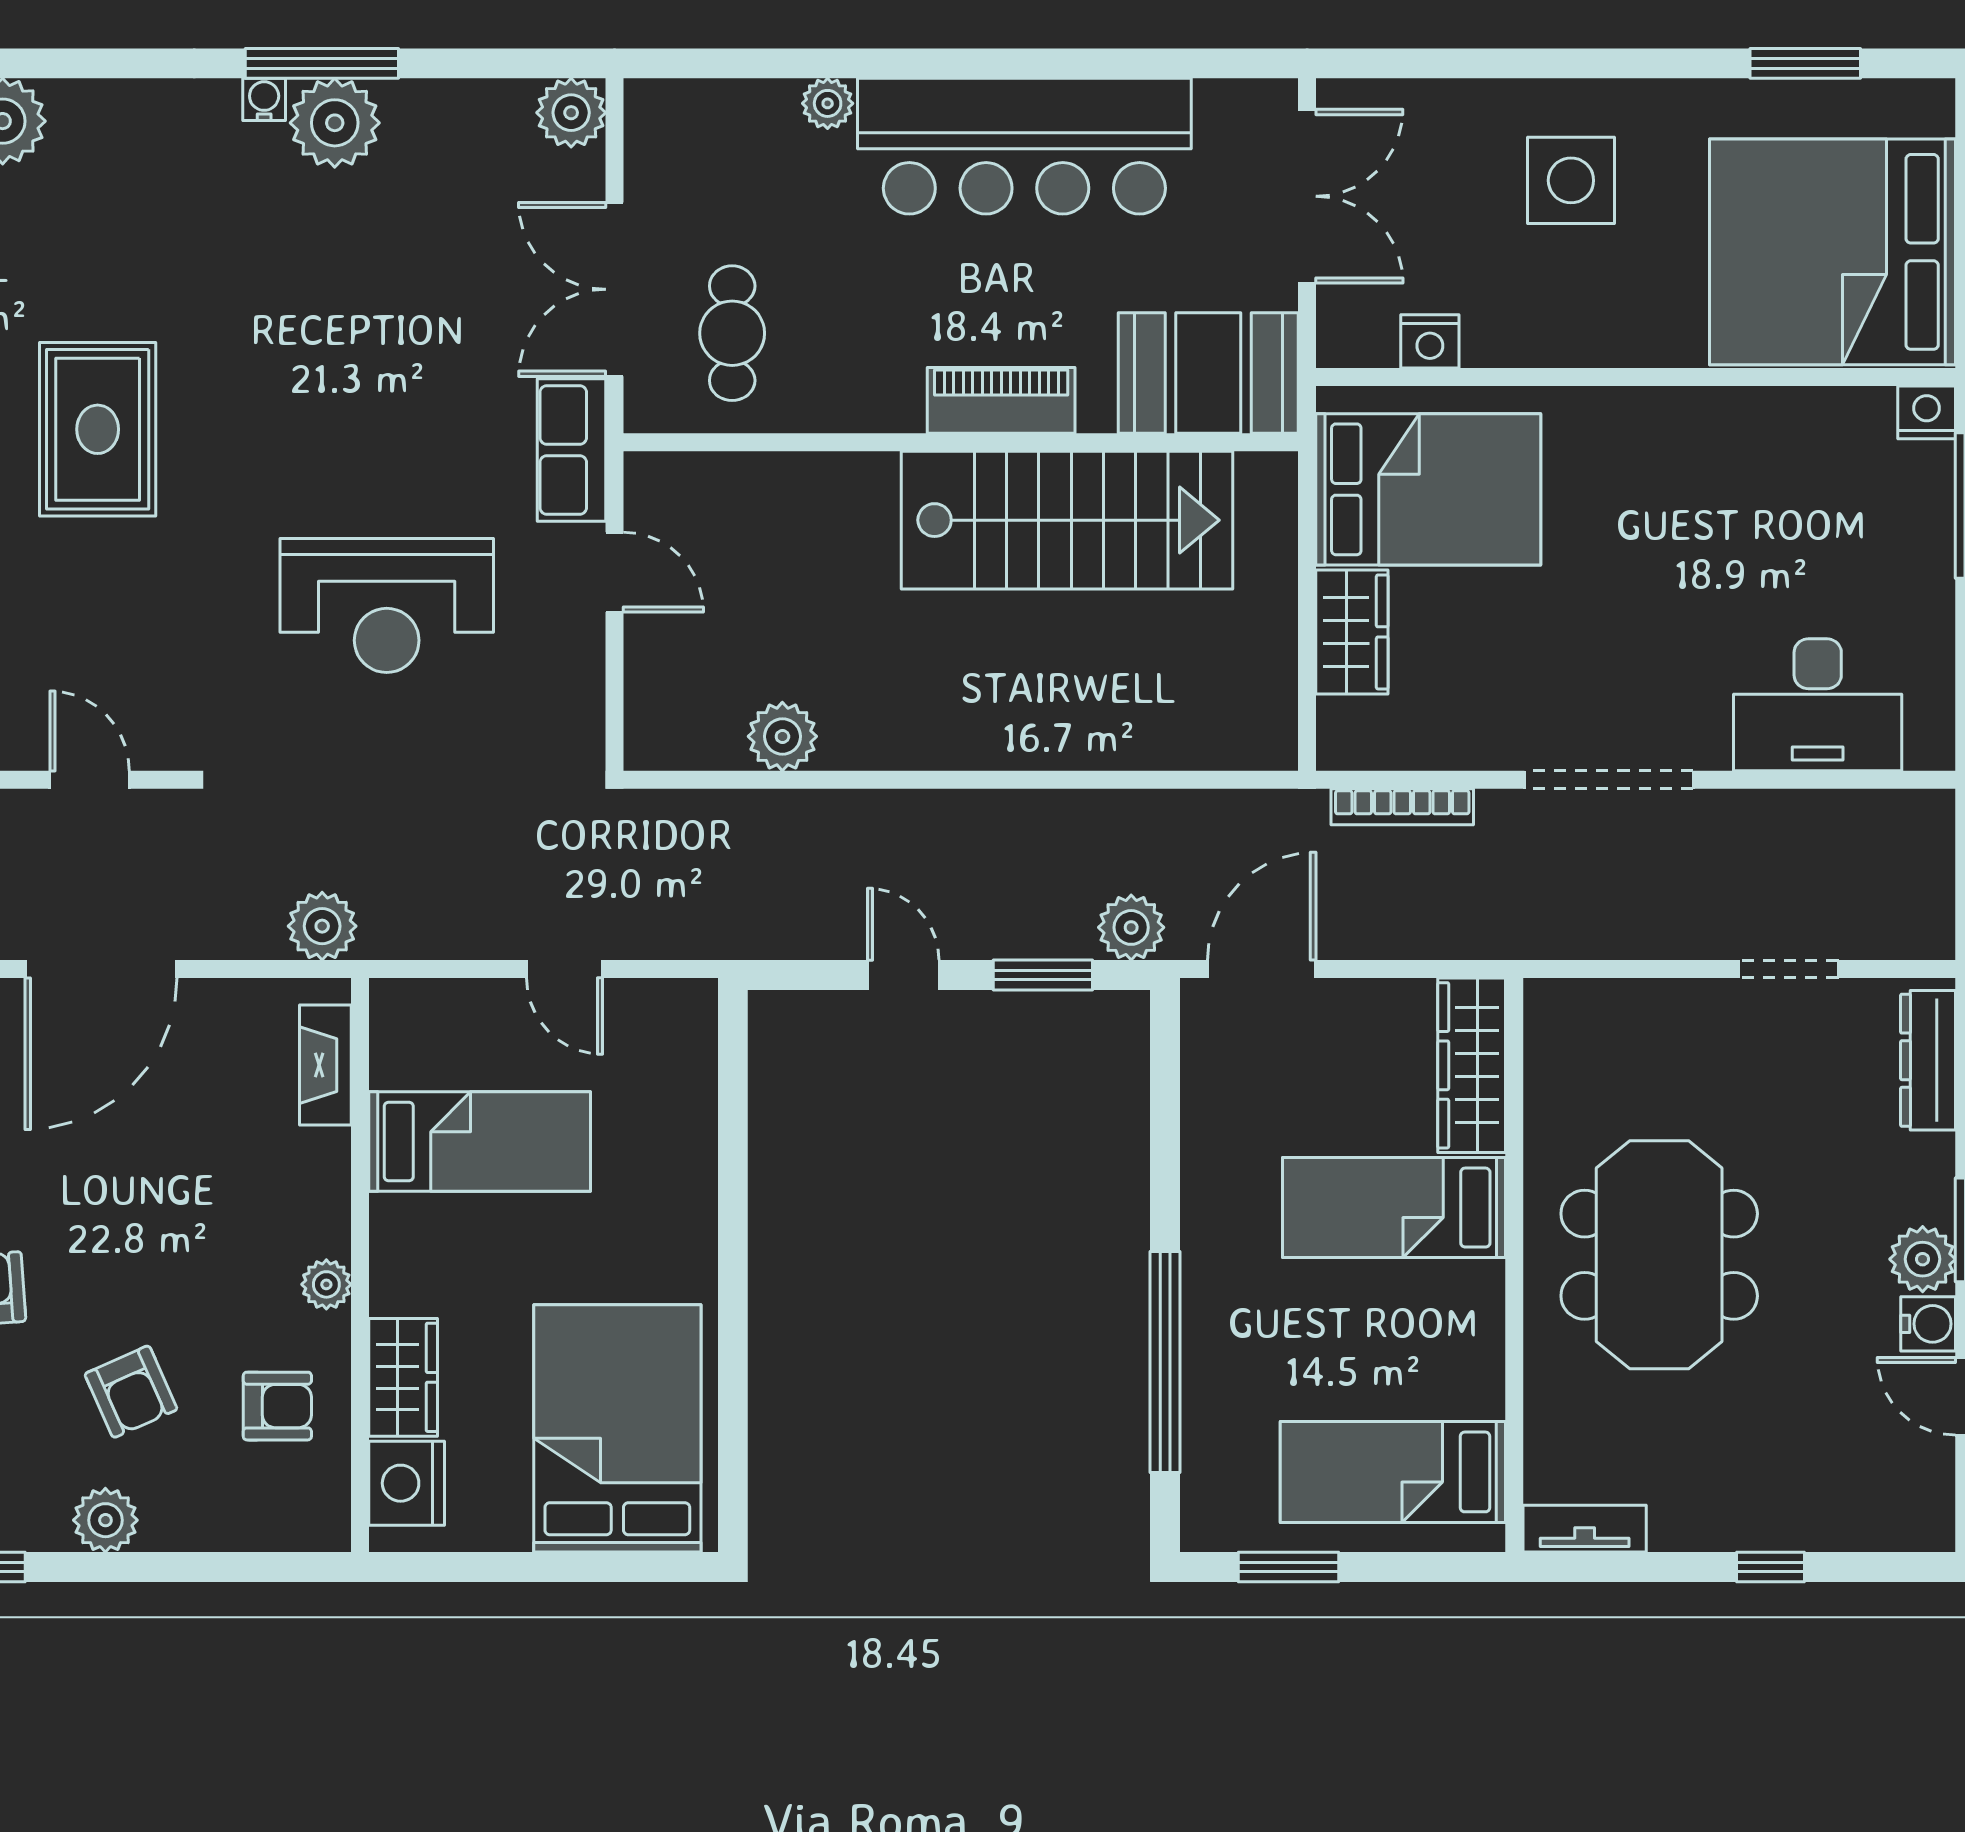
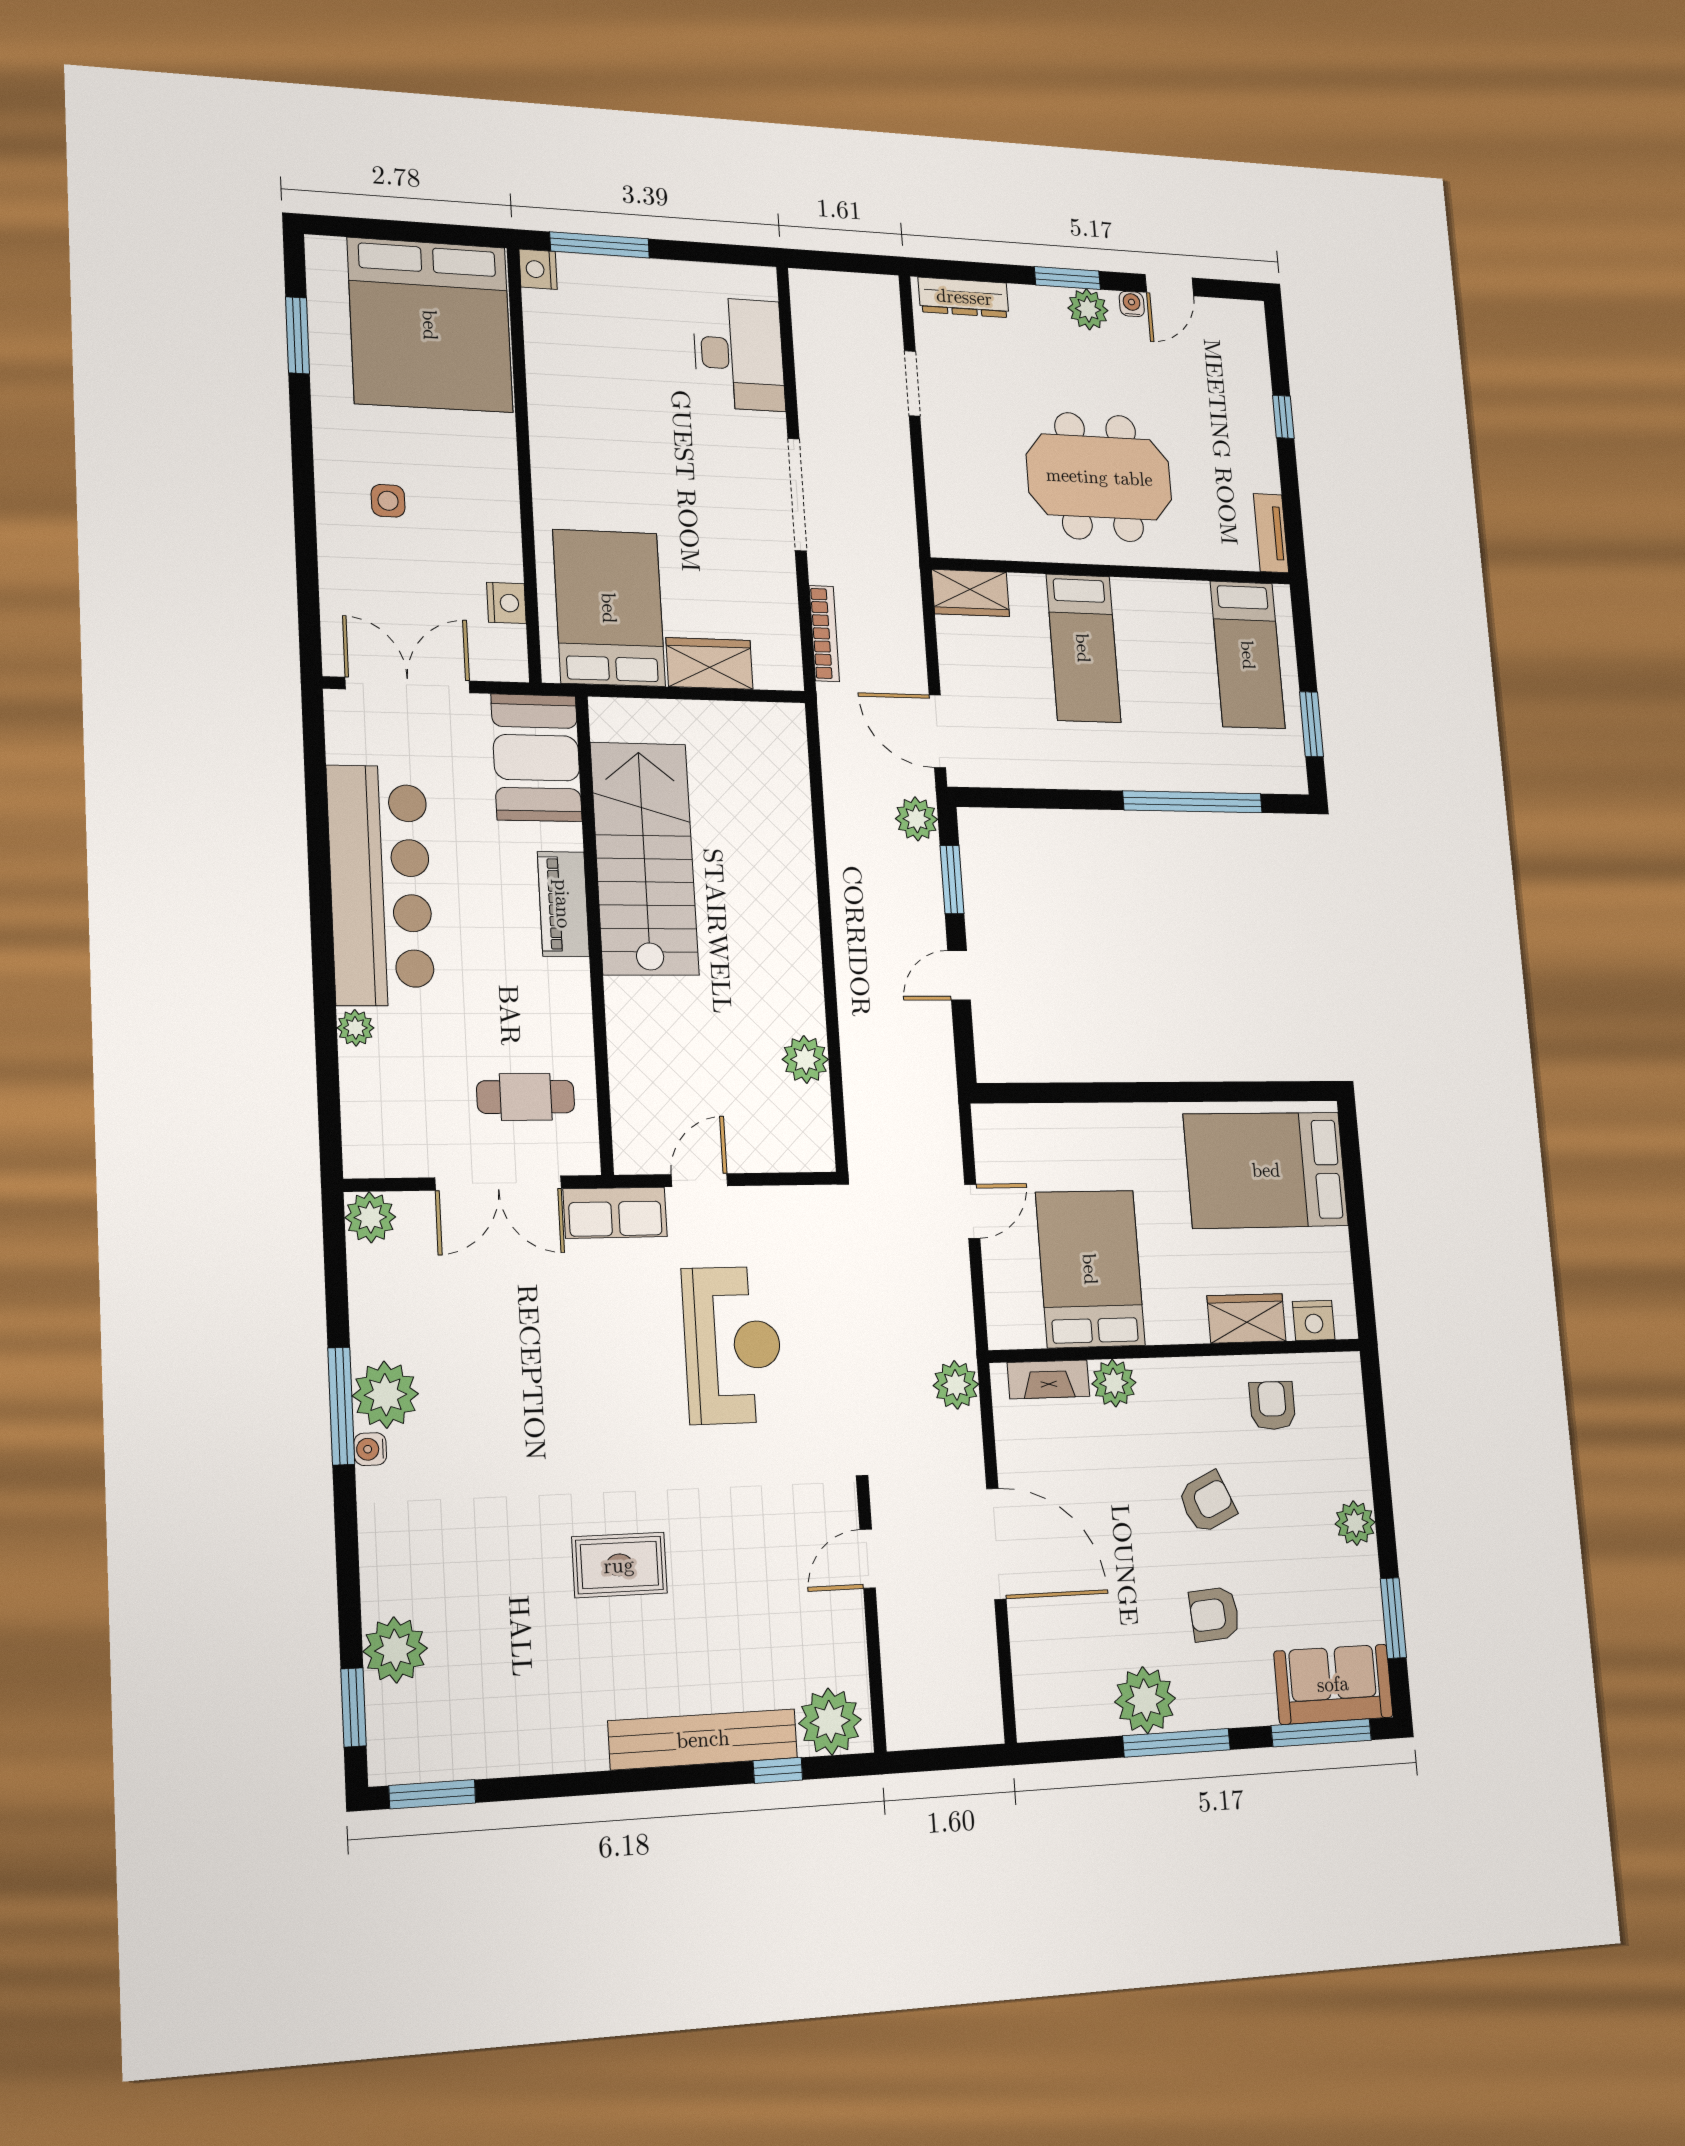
side table: (1571, 180) -> (388, 501), width x0.54, depth x0.54
rug: (98, 429) -> (619, 1565), width x0.73, depth x0.70
wardrobe: (1472, 1065) -> (971, 593), width x0.67
bed: (480, 1142) -> (1090, 1269), width x1.50
plant: (326, 1284) -> (1114, 1383), moved, width x1.38, depth x1.38
water cooler: (1928, 1324) -> (1132, 304), width x0.72, depth x0.72
armchair: (131, 1392) -> (1207, 1502), moved
nightstand: (407, 1483) -> (1314, 1320), width x0.74, depth x0.75

